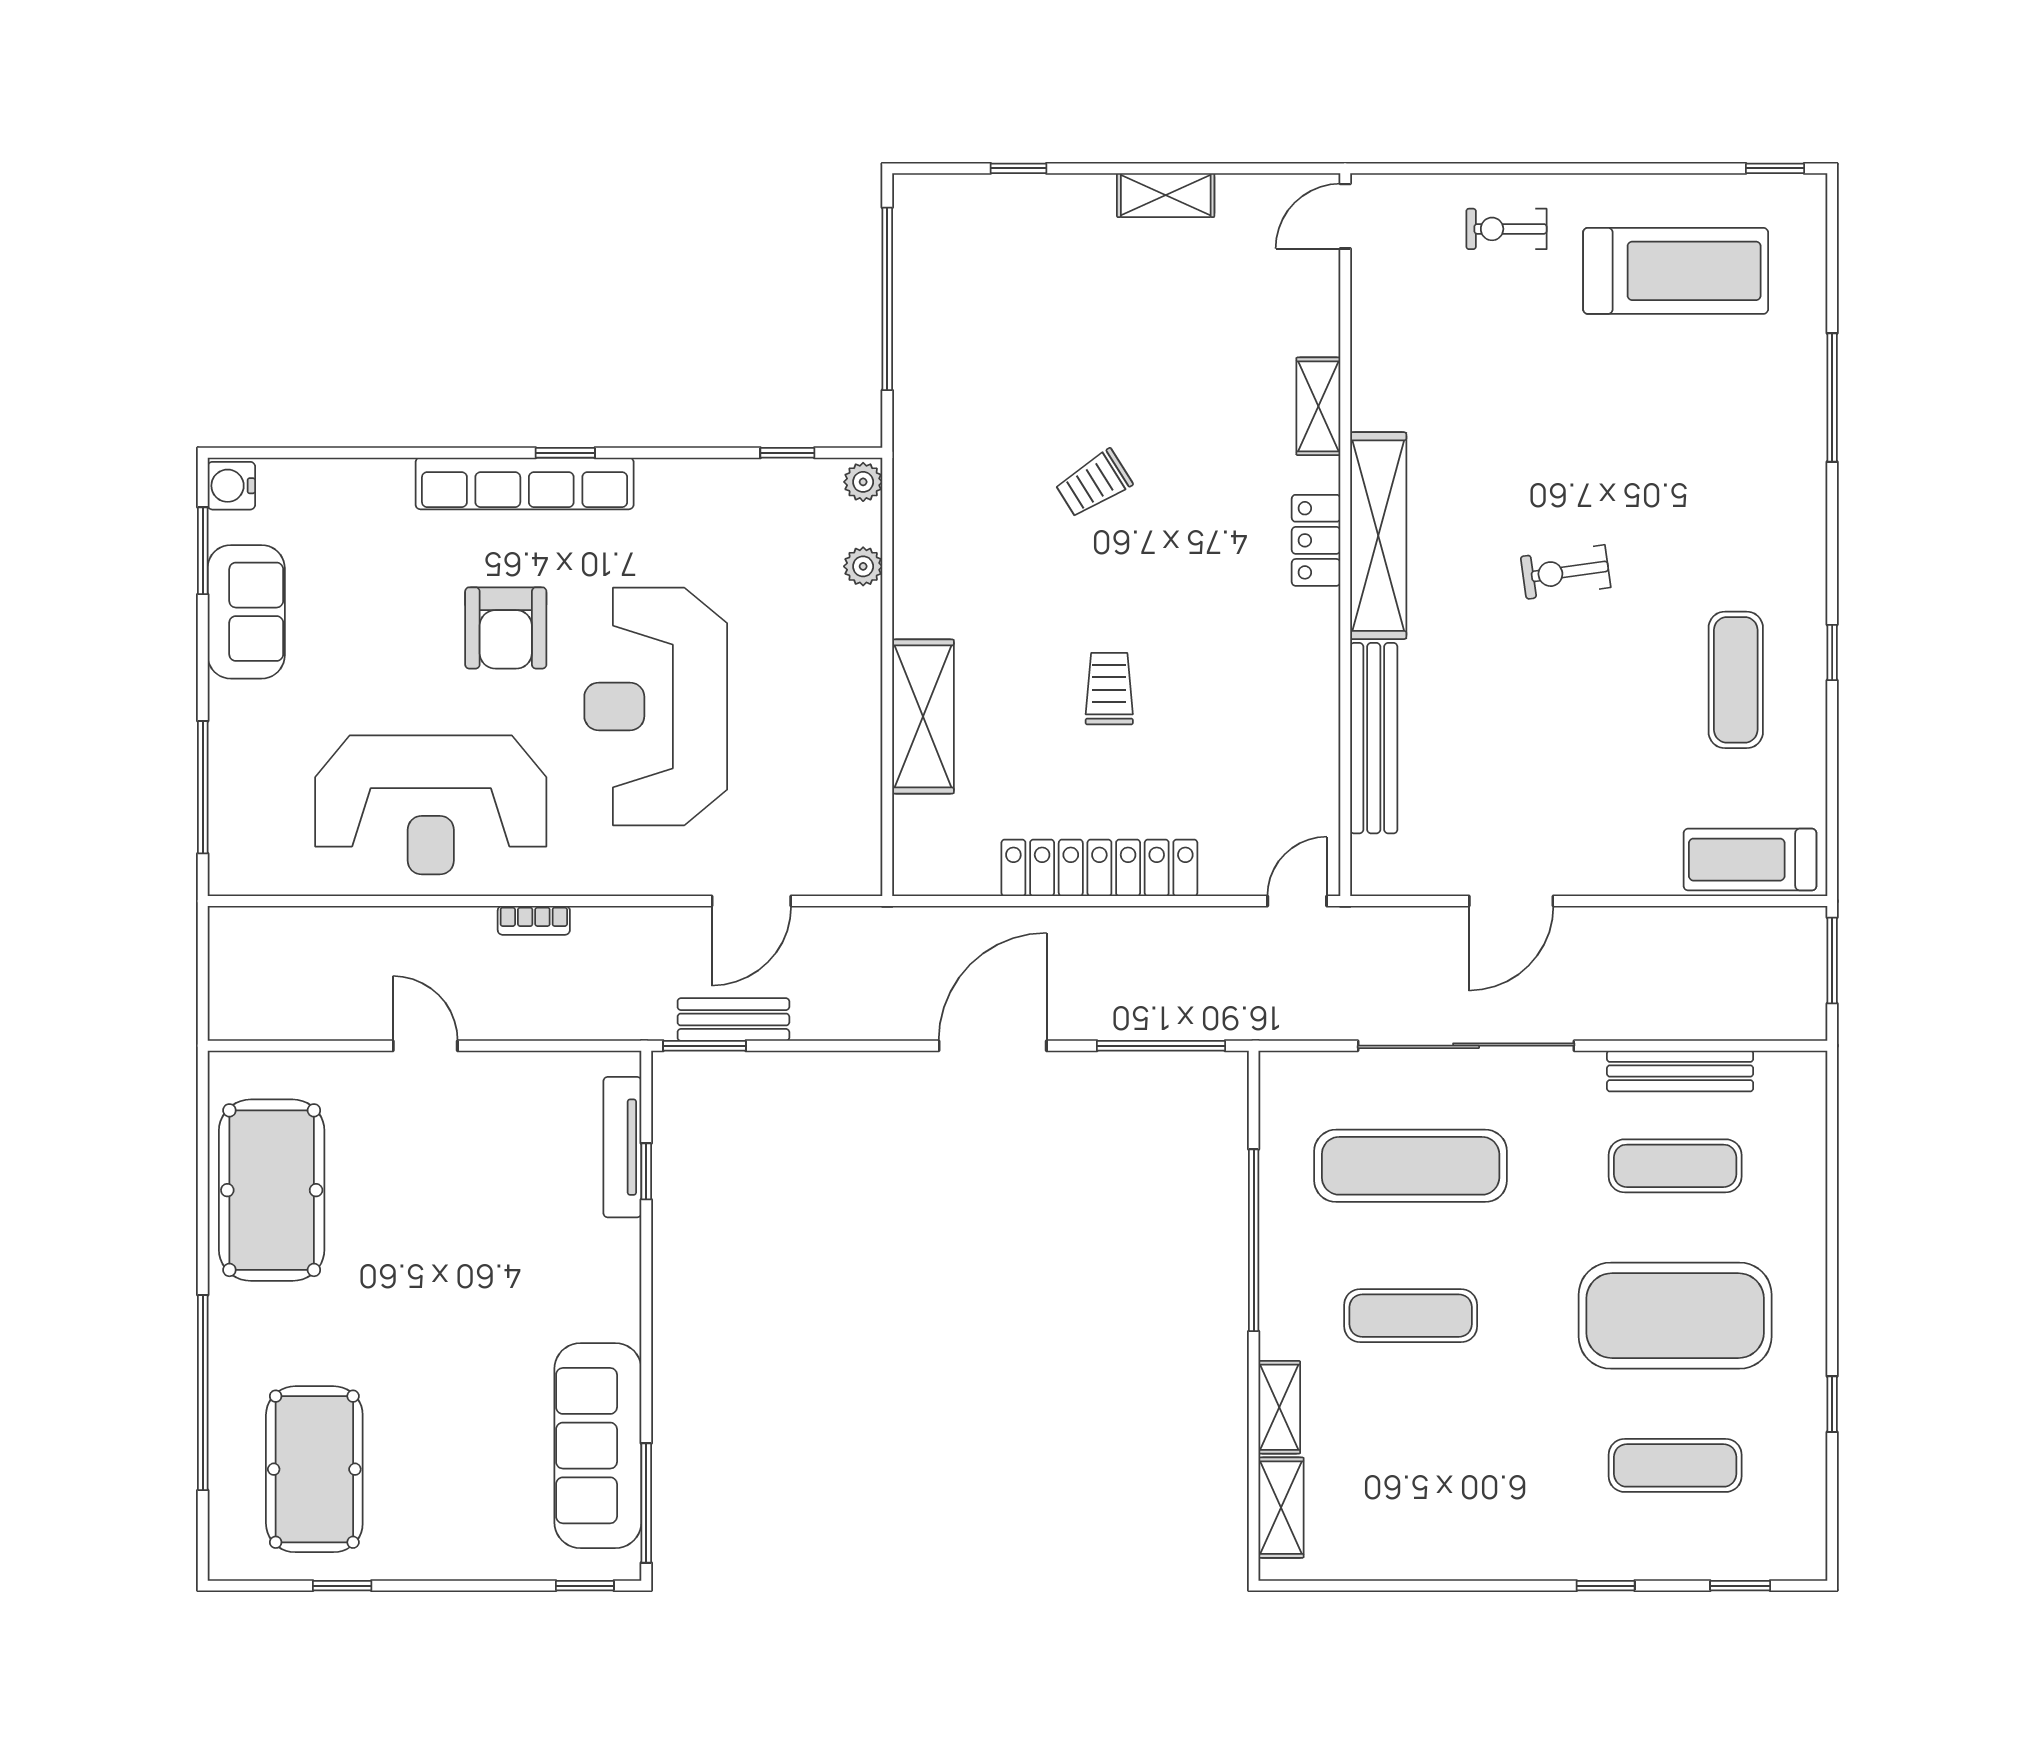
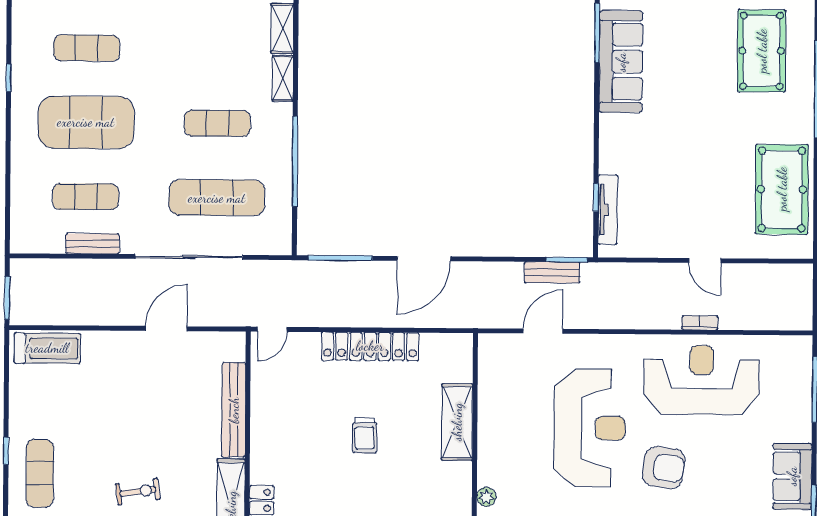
armchair: (506, 628) -> (664, 467), turned 98
exercise mat: (1736, 680) -> (40, 473), moved
bookcase: (534, 920) -> (700, 323), moved
bench: (1680, 1071) -> (93, 244), width x0.73

